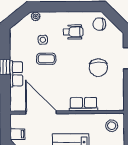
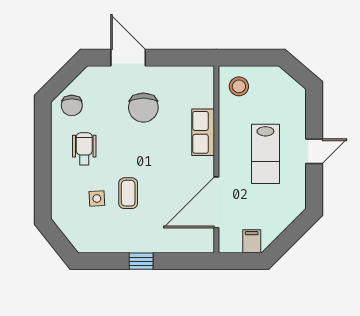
plant: (36, 16) -> (58, 210), removed
chair: (98, 68) -> (143, 108), turned 90
row of seats: (16, 74) -> (152, 243), removed

